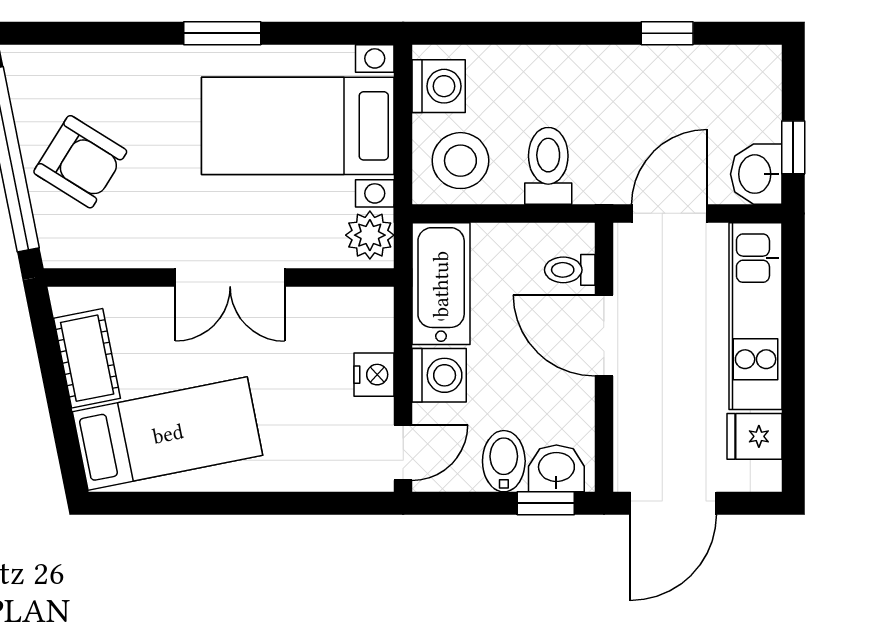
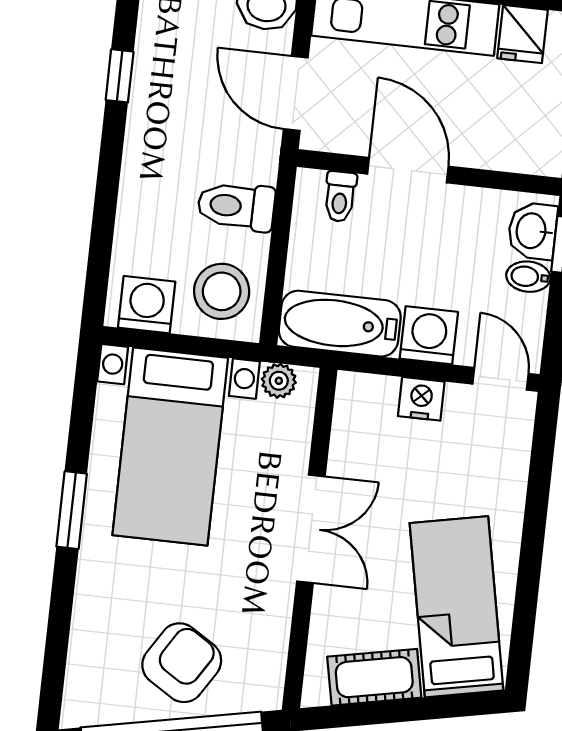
plant: (370, 235) -> (279, 381), width x0.73, depth x0.73
door: (604, 336) -> (408, 170), swing flipped
bidet: (504, 461) -> (528, 277), width x0.72, depth x0.74

